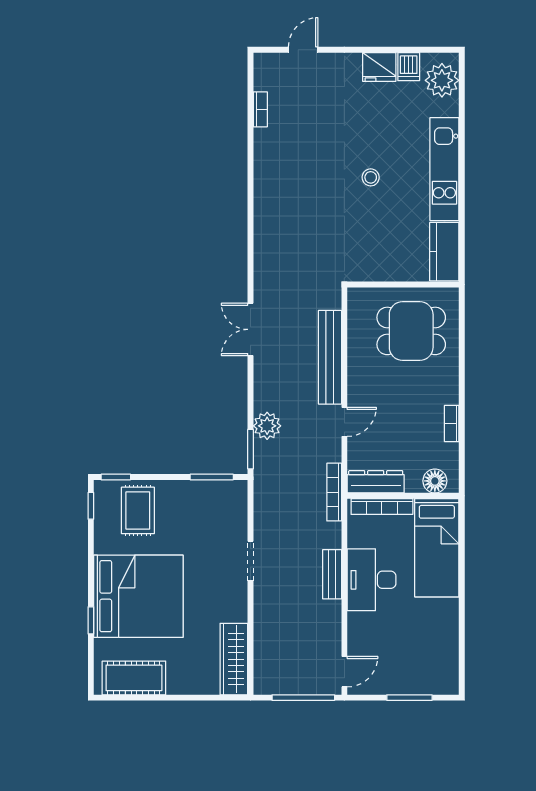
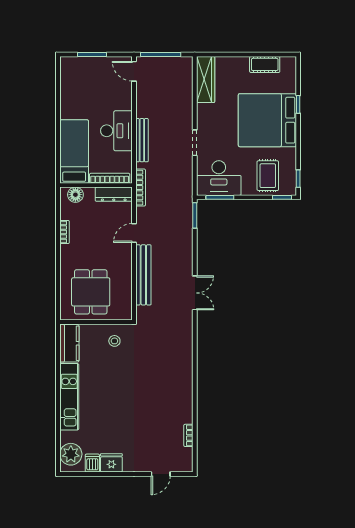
stool: (371, 177) -> (114, 341), moved
dining table: (411, 331) -> (91, 292), turned 90
plant: (267, 426) -> (184, 230), removed
desk: (213, 507) -> (219, 178), added
bench: (332, 574) -> (142, 140), width x1.36
door: (344, 672) -> (134, 71), hinge flipped
cot: (134, 678) -> (265, 64), width x0.73, depth x0.75

